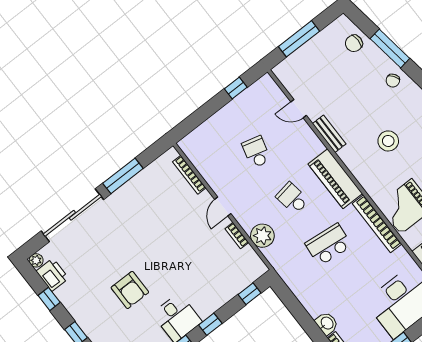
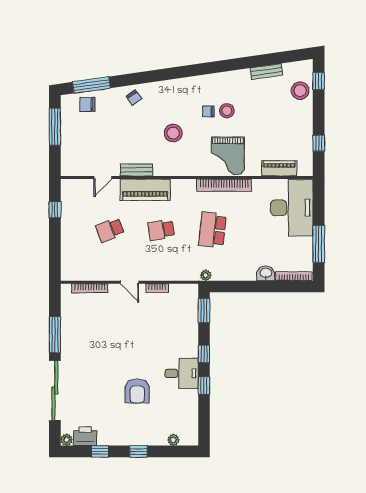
window: (299, 39) -> (55, 127), moved
chair: (354, 43) -> (87, 104), turned 90
window: (390, 48) -> (91, 85), moved
school desk: (256, 152) -> (110, 230), turned -36
piano: (335, 179) -> (145, 190), moved
plant: (262, 236) -> (206, 275), moved, width x0.53, depth x0.53
armchair: (130, 290) -> (137, 391), turned 90
window: (250, 294) -> (204, 311), width x1.50

